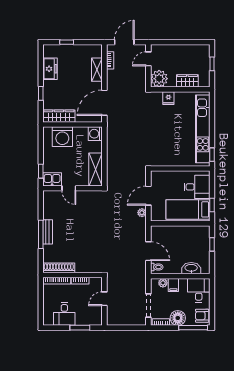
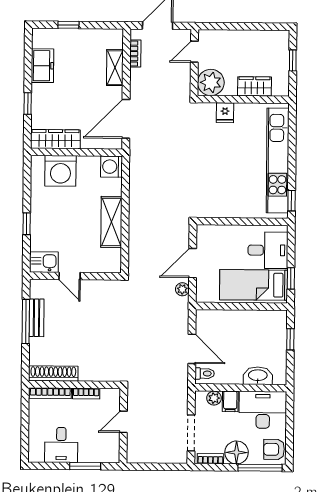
kitchen sink: (52, 179) -> (44, 262), moved
door: (69, 188) -> (70, 276), moved
wall: (73, 188) -> (75, 276), moved
desk: (199, 290) -> (263, 410), width x1.37

